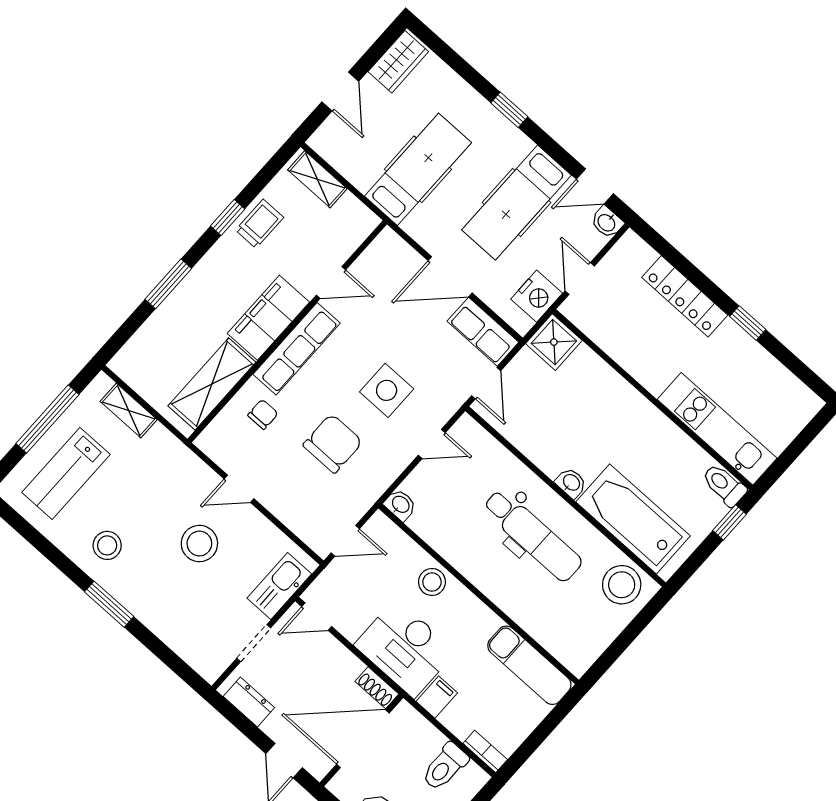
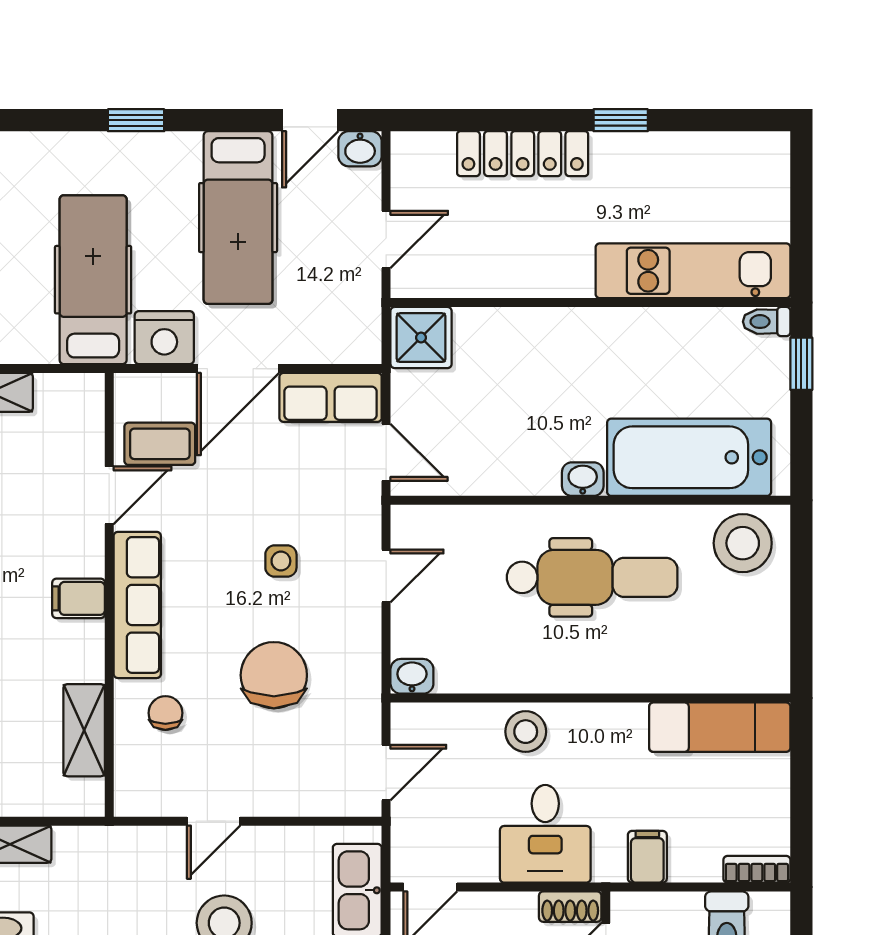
door: (580, 278) -> (386, 240), swing flipped
coffee table: (379, 279) -> (160, 444), added
nightstand: (537, 296) -> (164, 338), moved, turned 90
filing cabinet: (268, 318) -> (79, 598), width x0.33, depth x0.86
shelving: (212, 384) -> (84, 730), width x0.67, depth x0.75
side table: (387, 390) -> (281, 561), width x0.54, depth x0.54
toilet: (724, 485) -> (767, 322), width x0.73, depth x0.72
desk: (405, 648) -> (545, 834), width x0.73

